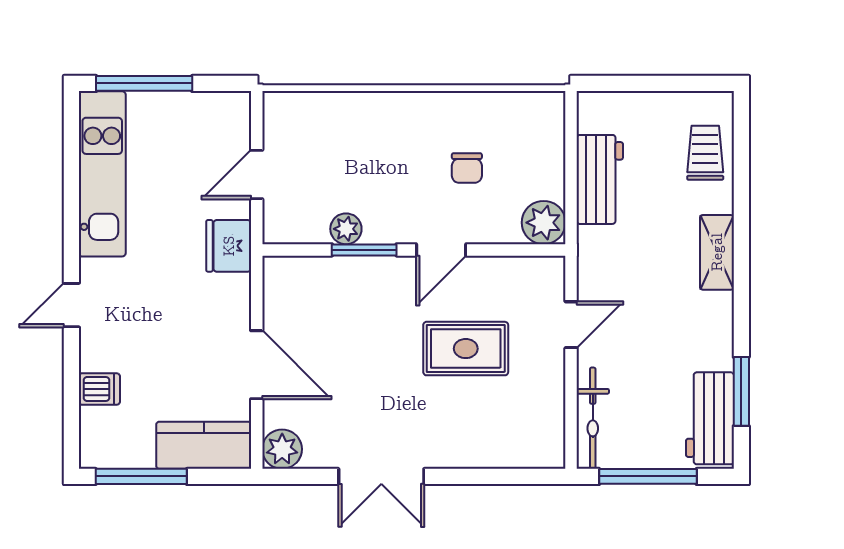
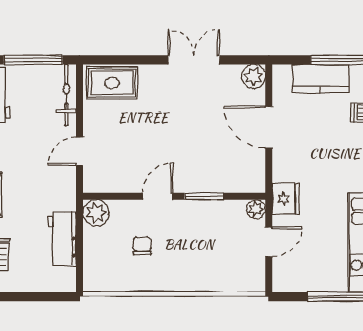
plant: (346, 229) -> (256, 209), moved
rug: (466, 349) -> (112, 83), moved
kitchen counter: (204, 445) -> (320, 79), moved

